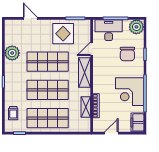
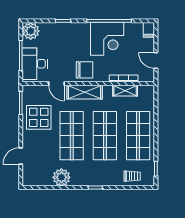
chair: (127, 54) -> (84, 70), moved
filing cabinet: (137, 122) -> (149, 30), width x0.50

